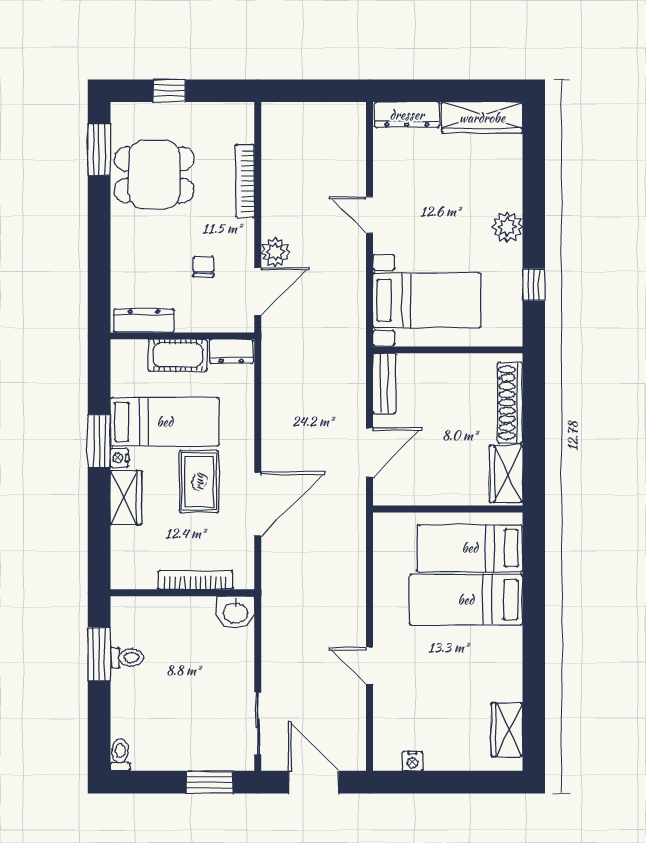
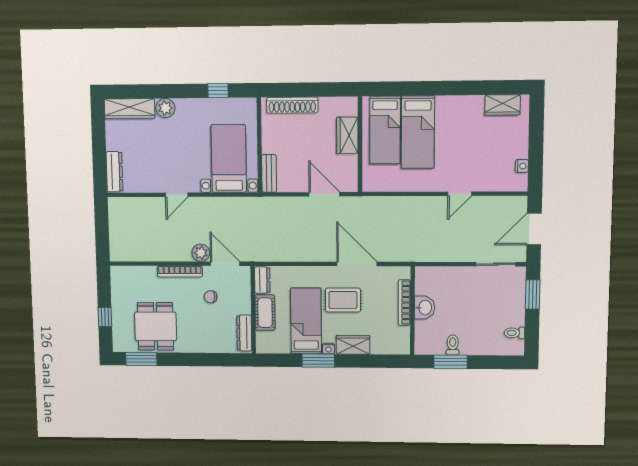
wardrobe: (482, 118) -> (130, 109), moved, turned 90
bookcase: (245, 181) -> (180, 271), moved
plant: (507, 227) -> (165, 108), moved
bench: (384, 383) -> (269, 173), moved, turned 90
wardrobe: (506, 474) -> (347, 135), moved, turned 90
washbasin: (235, 612) -> (425, 308), moved
toilet: (120, 755) -> (515, 333), moved

